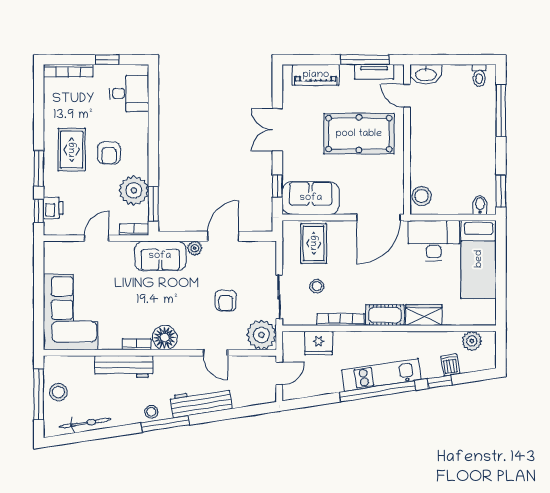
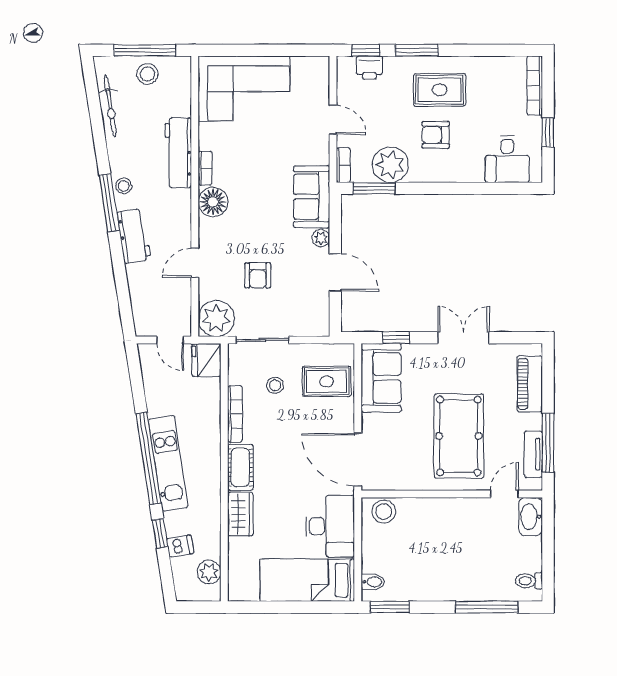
armchair: (226, 301) -> (258, 275), turned -90
fridge: (319, 343) -> (206, 360), moved
workbench: (201, 402) -> (134, 236), width x0.73

